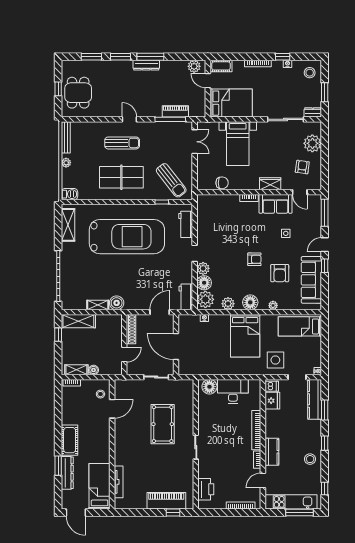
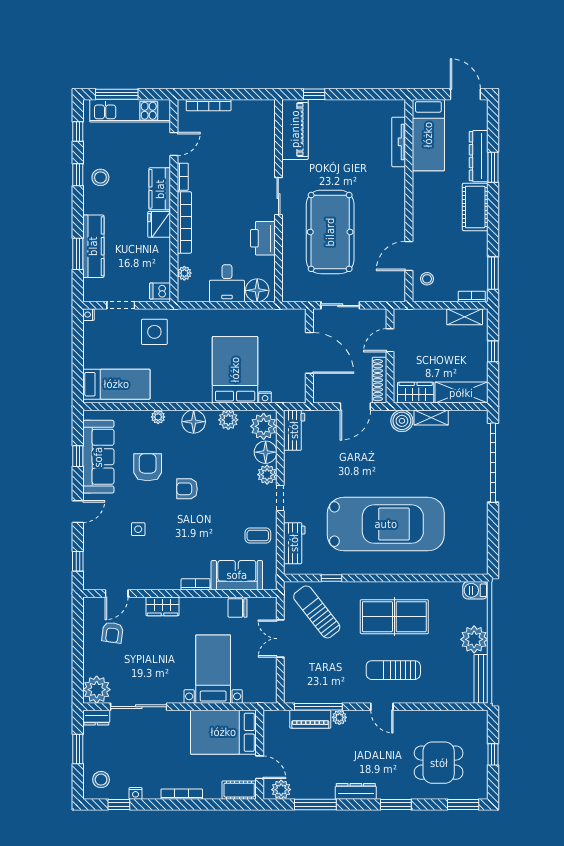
window: (91, 57) -> (463, 804), moved
window: (150, 57) -> (315, 804), moved
window: (283, 57) -> (119, 804), moved
dining table: (78, 93) -> (439, 763), moved, turned 90
plant: (157, 113) -> (339, 717), added
double door: (195, 142) -> (280, 639), moved
plant: (312, 143) -> (97, 690), moved
plant: (66, 163) -> (474, 639), width x1.88, depth x1.88
door: (300, 192) -> (117, 593), swing flipped
sofa: (275, 204) -> (237, 575), moved
window: (325, 213) -> (78, 561), width x0.46
shelving: (68, 225) -> (477, 543), removed
coffee table: (209, 229) -> (258, 536), added
car: (127, 237) -> (386, 524), turned 180
window: (325, 266) -> (78, 456), moved
door: (160, 312) -> (355, 406), moved
wardrobe: (108, 321) -> (416, 393), added
window: (58, 335) -> (493, 351), moved
bed: (245, 336) -> (235, 370), moved
boiler: (94, 370) -> (438, 316), removed
desk: (233, 391) -> (227, 283), width x0.73
window: (58, 398) -> (493, 273), added
plant: (256, 398) -> (184, 273), added
kitchen counter: (315, 399) -> (93, 246), moved
fridge: (272, 401) -> (159, 224), moved
pool table: (163, 424) -> (330, 232), width x1.36, depth x1.32
window: (325, 443) -> (78, 175), moved
printer: (206, 489) -> (263, 238), moved
piano: (166, 501) -> (295, 129), moved, turned -90

